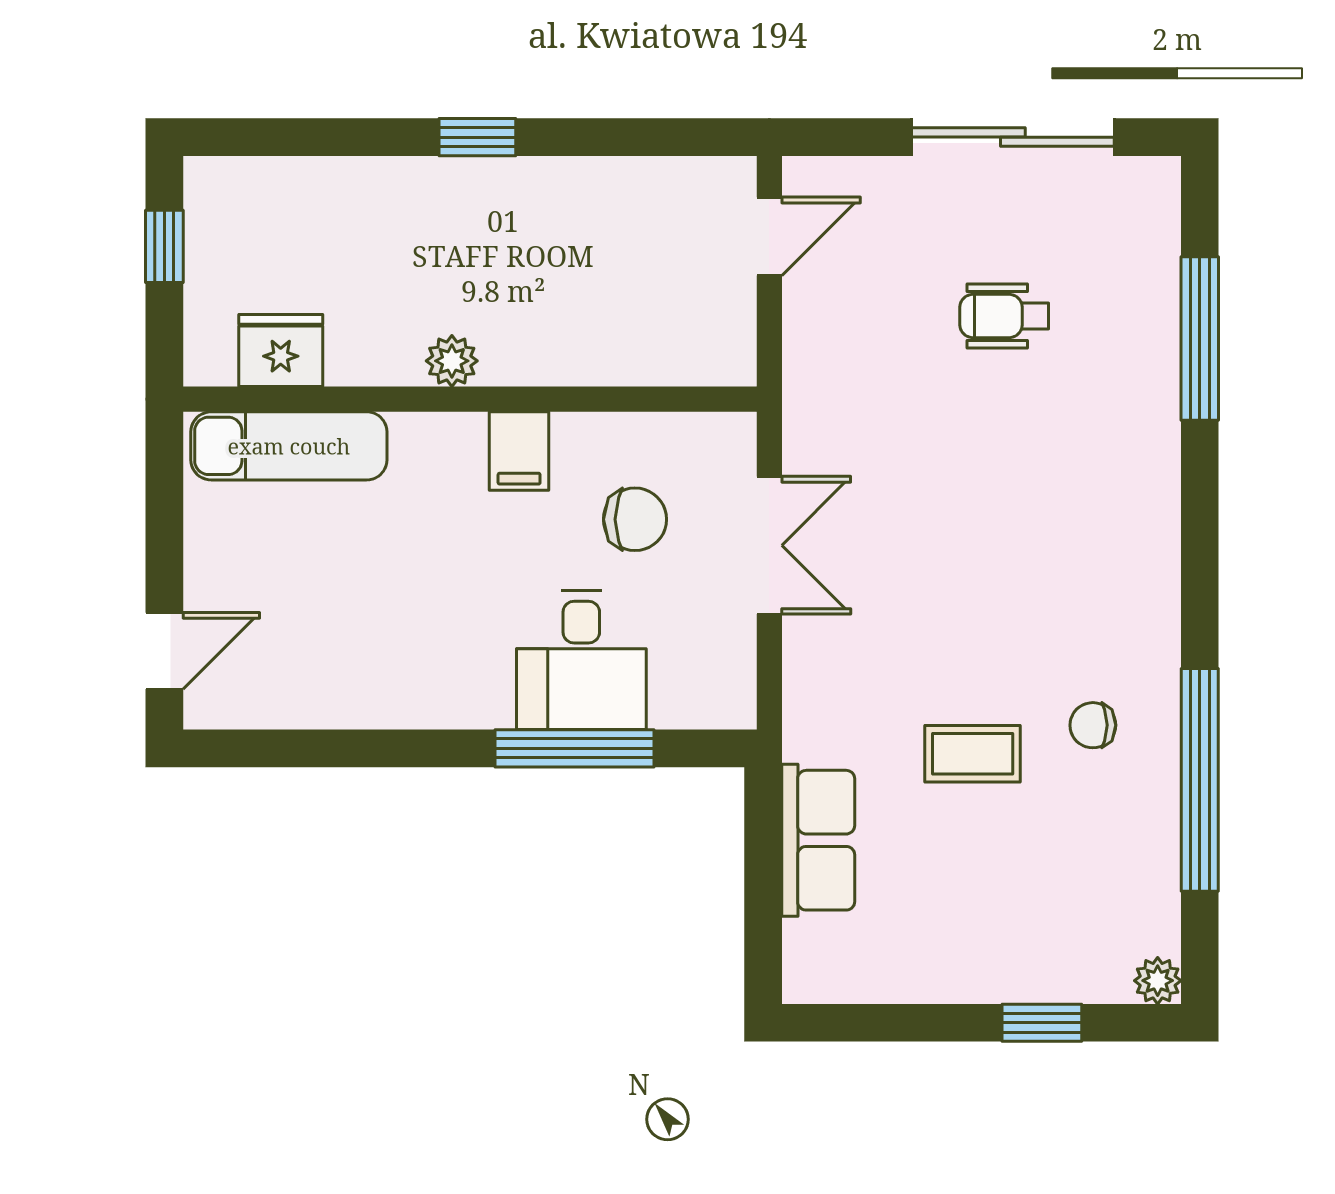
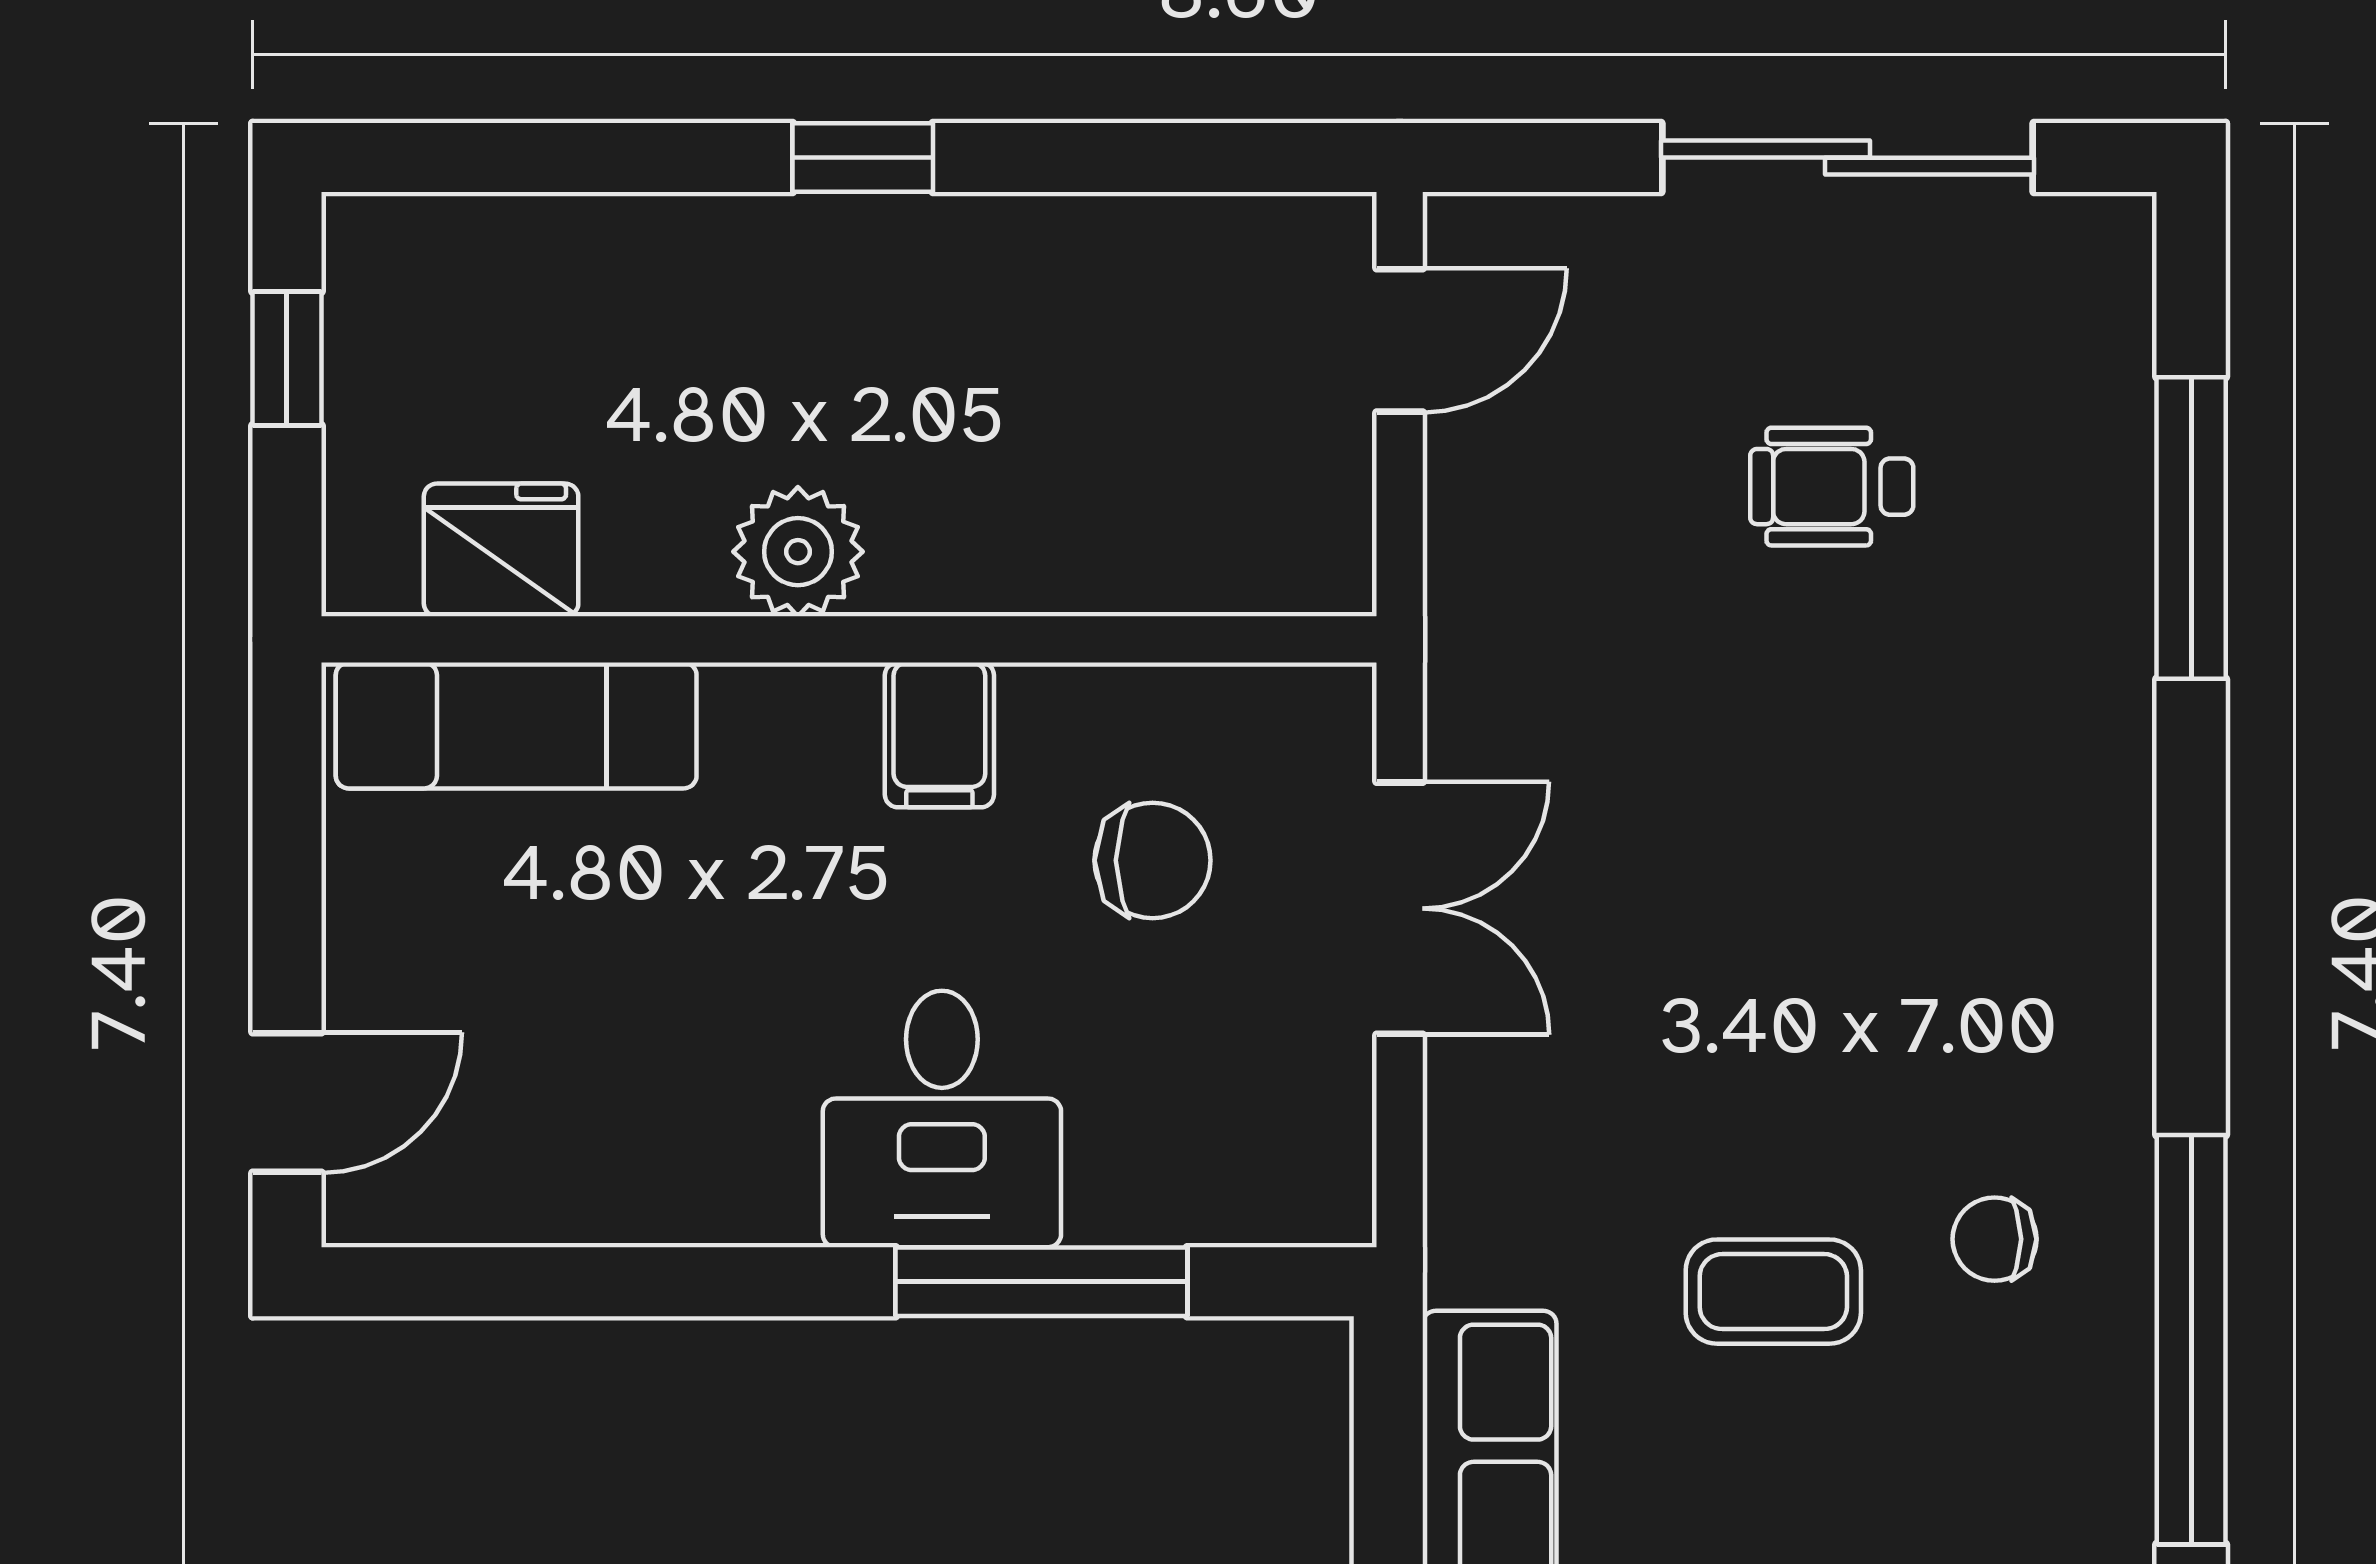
plant: (452, 361) -> (798, 552), width x1.38, depth x1.38
desk: (581, 660) -> (942, 1119), moved

